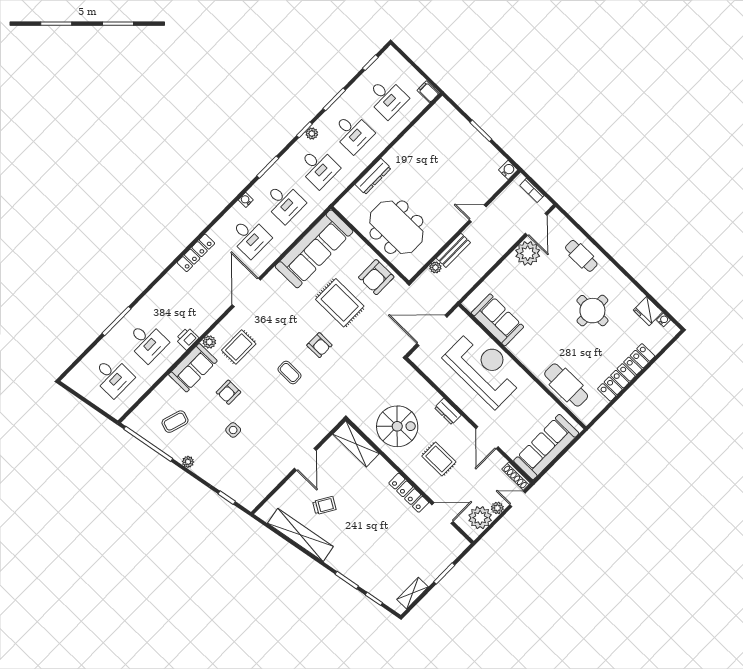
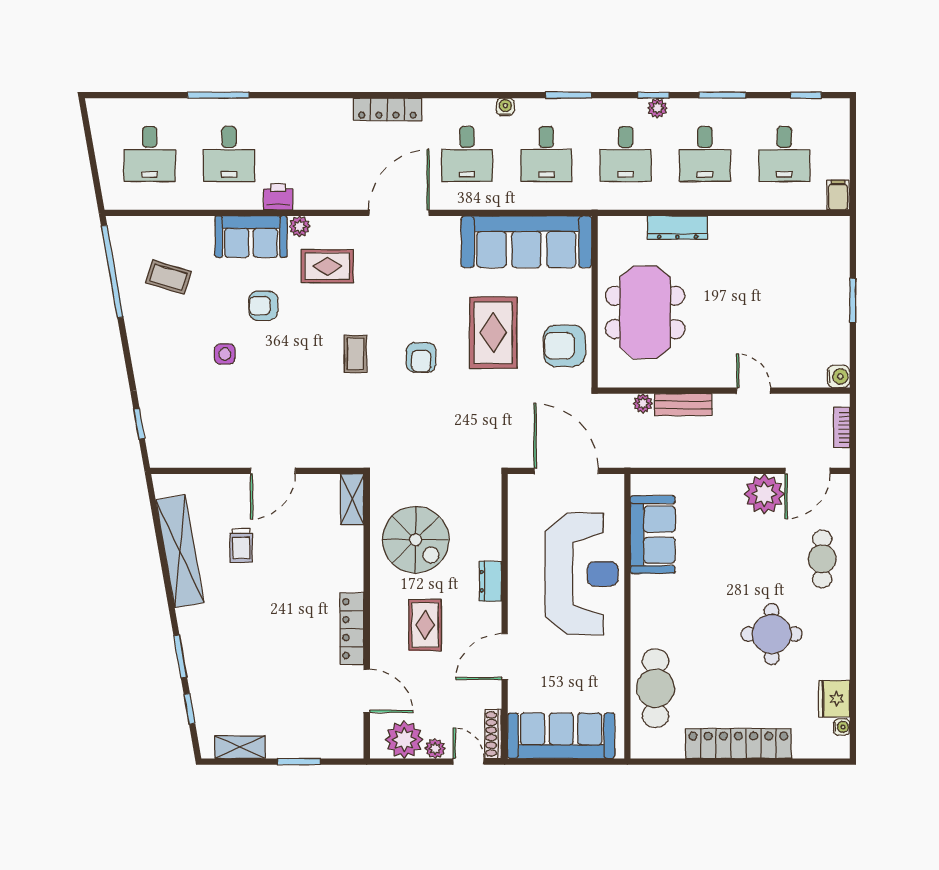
shelving: (356, 444) -> (352, 499), width x0.67, depth x0.75
plant: (188, 462) -> (137, 338), removed
trolley: (324, 505) -> (241, 545), turned 59

